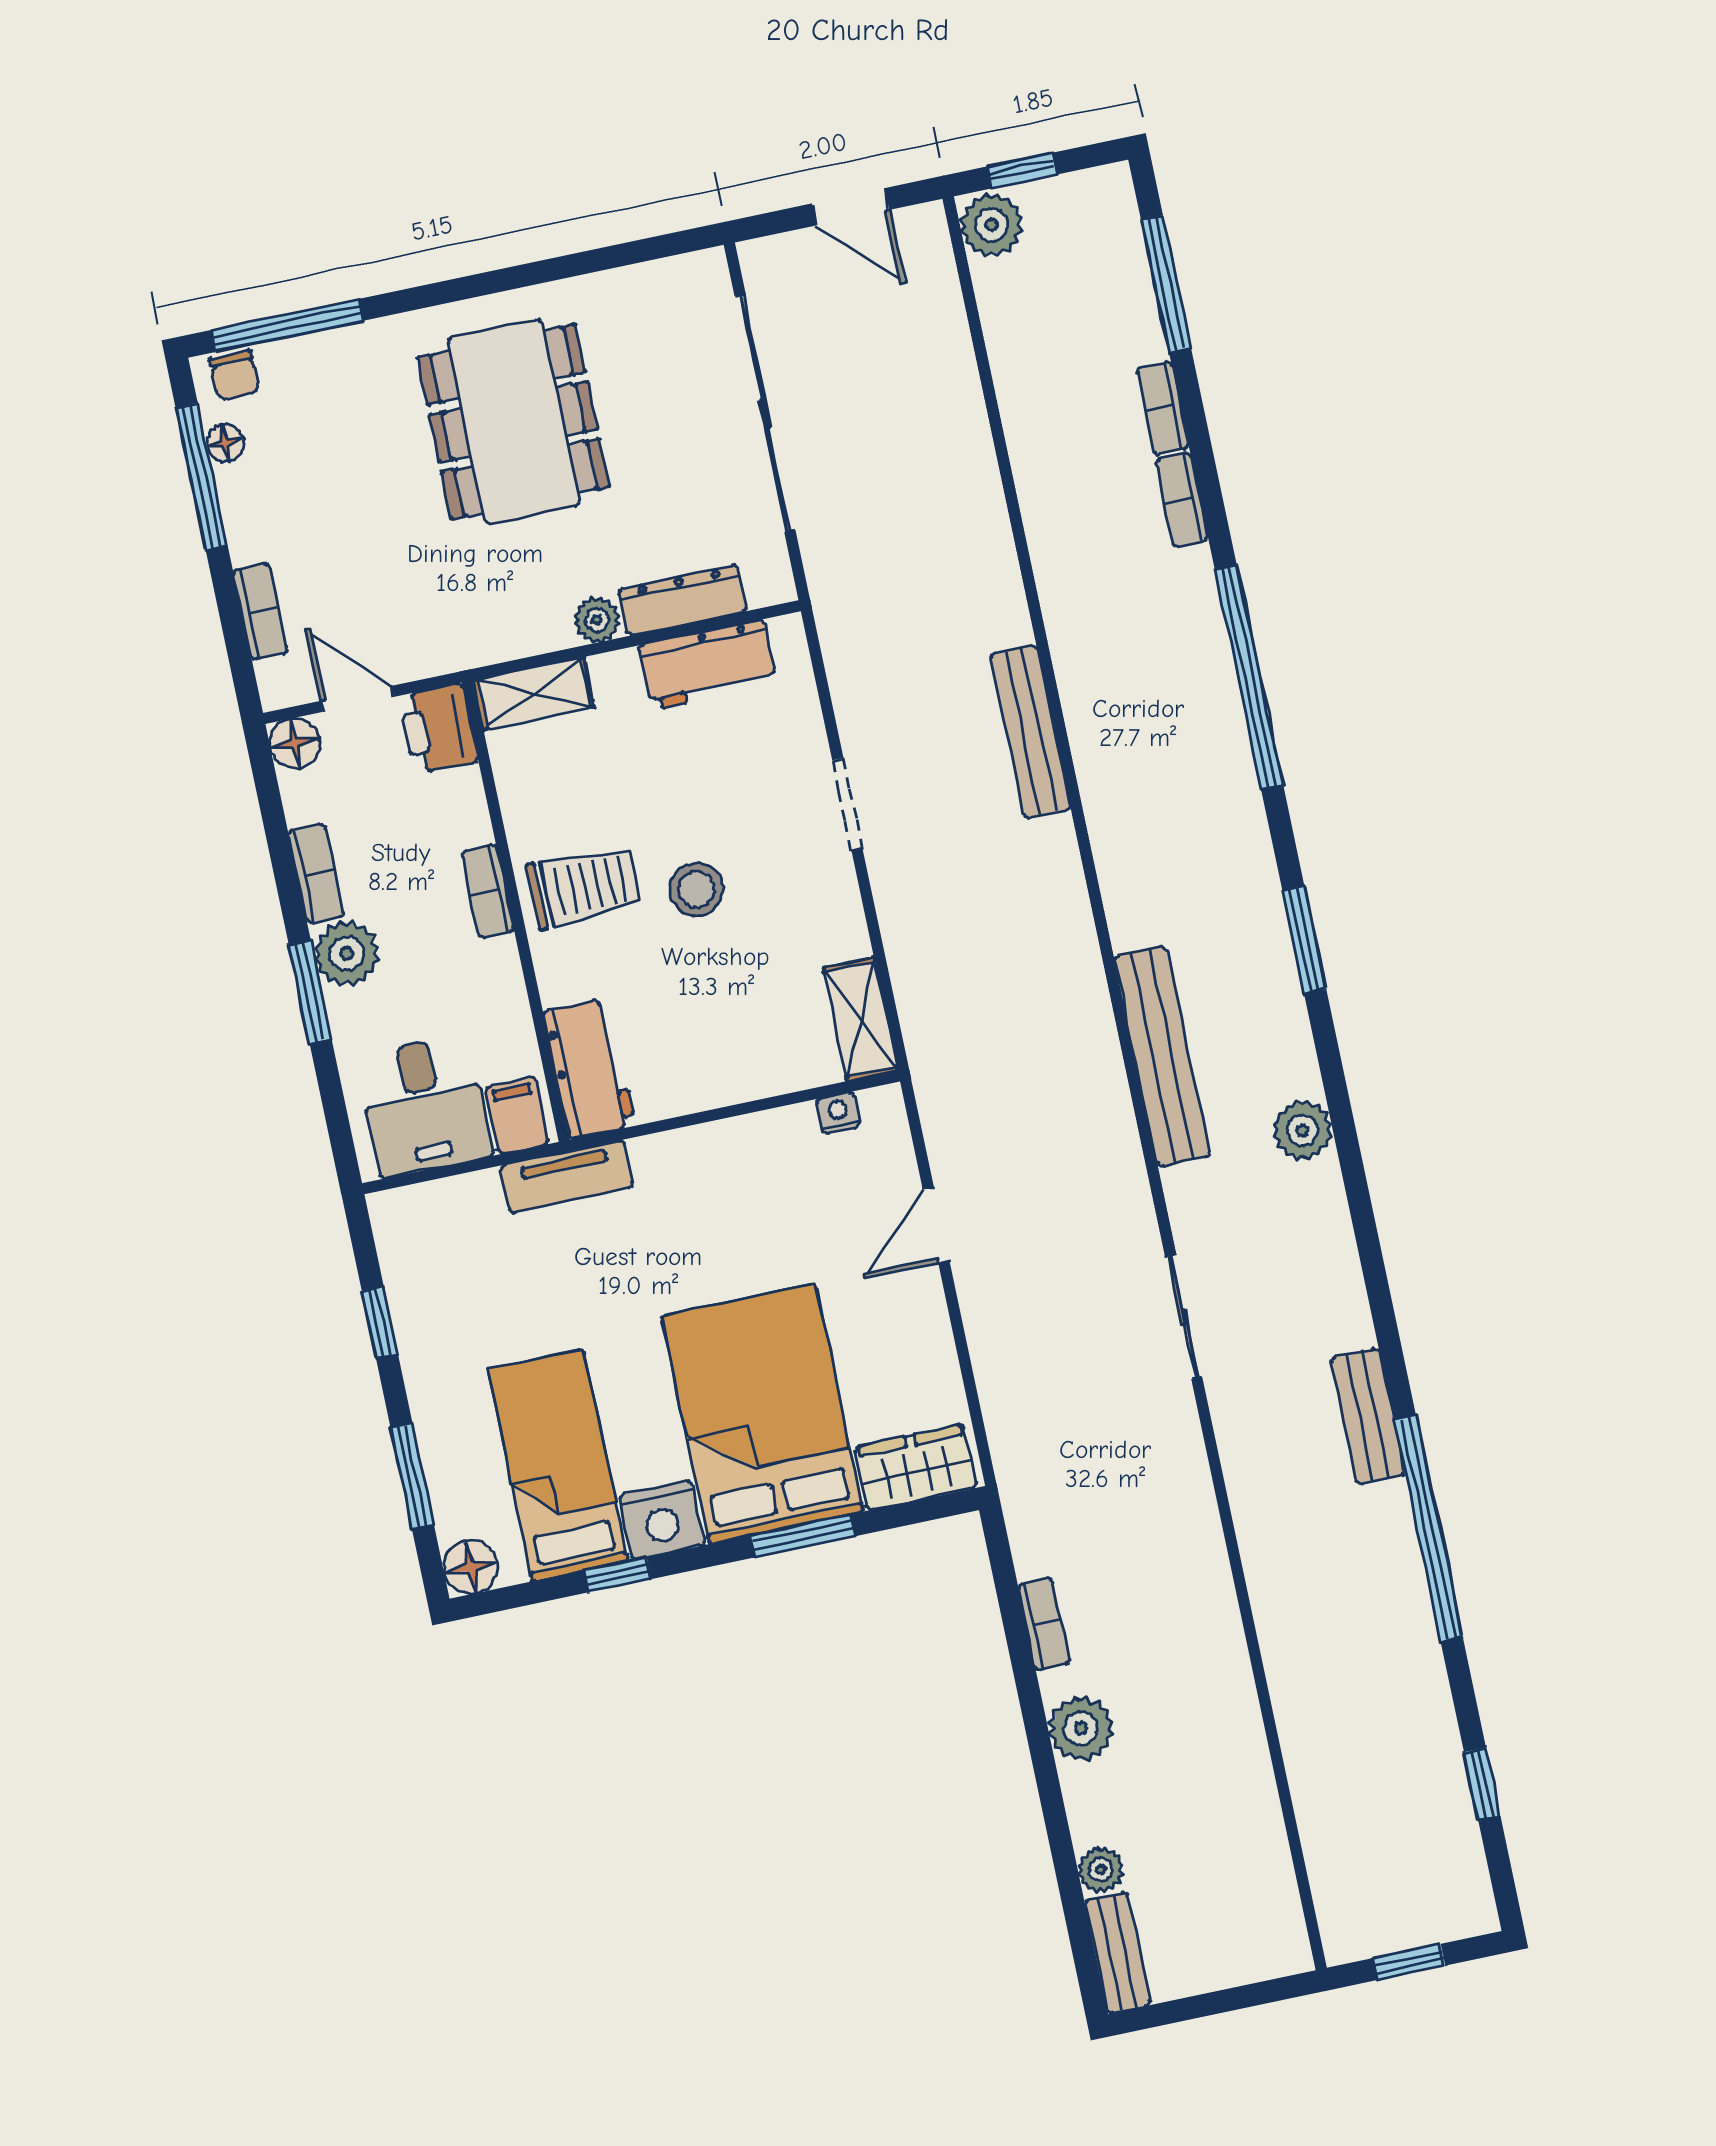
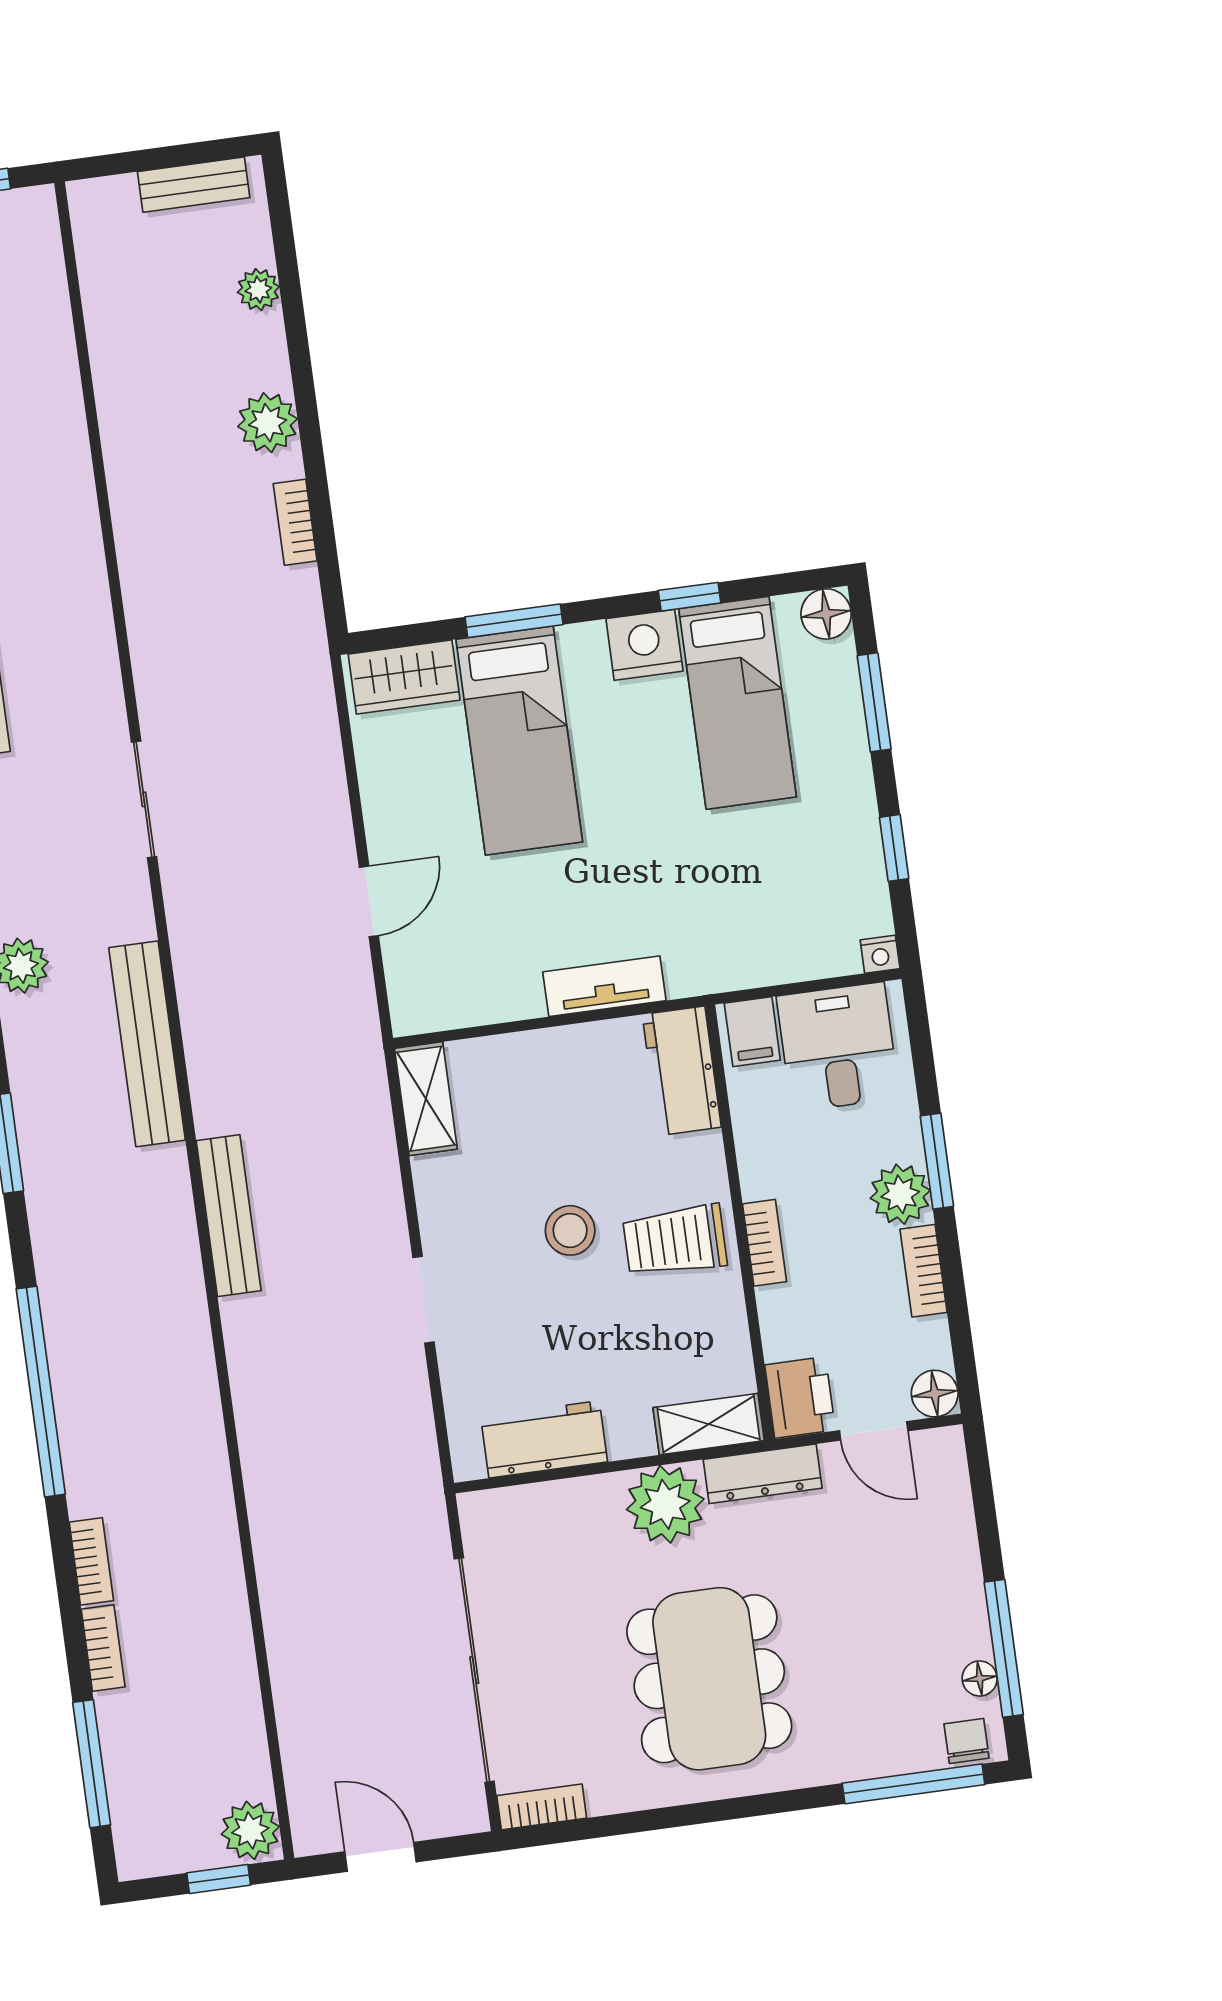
dresser: (683, 600) -> (763, 1474), moved
bookcase: (260, 611) -> (542, 1807), moved, turned 90
plant: (597, 620) -> (665, 1504), width x1.88, depth x1.88
bench: (1031, 732) -> (229, 1216), moved
nightstand: (838, 1113) -> (880, 954), moved
tv unit: (567, 1176) -> (604, 986), moved
bed: (762, 1414) -> (519, 741), width x0.67
bench: (1118, 1953) -> (194, 185), moved, turned 90

